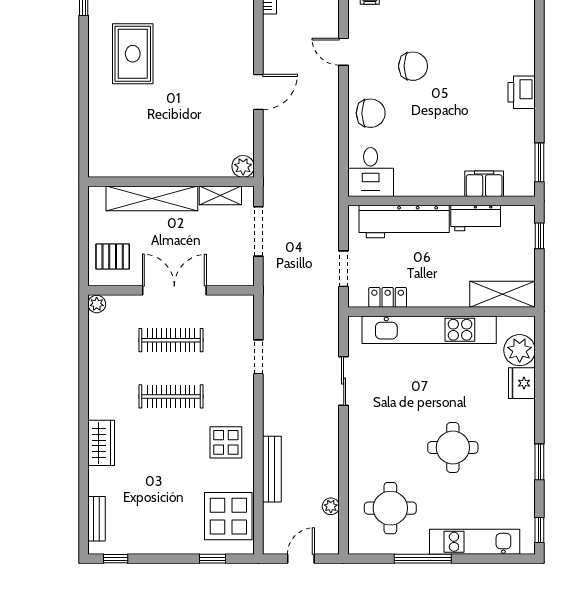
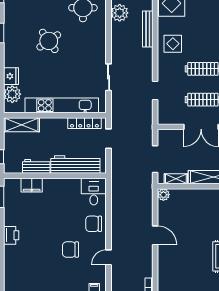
door: (344, 52) -> (109, 257), swing flipped
door: (258, 92) -> (155, 235), swing flipped
locker: (388, 297) -> (84, 123), width x1.53
round table: (453, 448) -> (49, 41), turned -35
plant: (331, 506) -> (120, 13), width x1.88, depth x1.88

